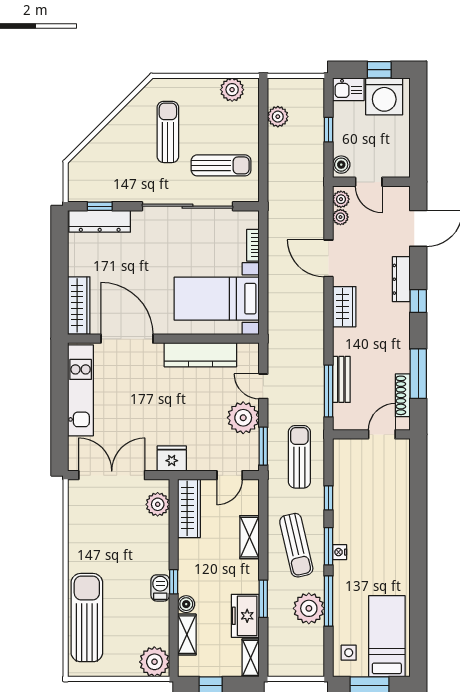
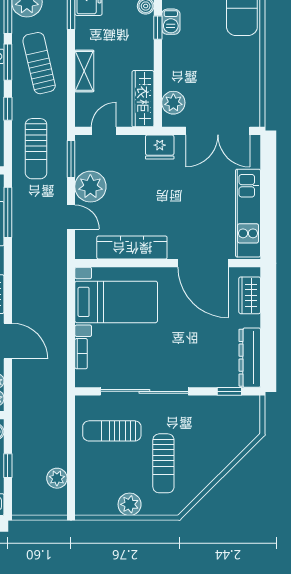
plant: (232, 90) -> (130, 504), moved
dresser: (100, 221) -> (250, 358), moved, turned -90
wardrobe: (79, 305) -> (250, 295), width x0.67

